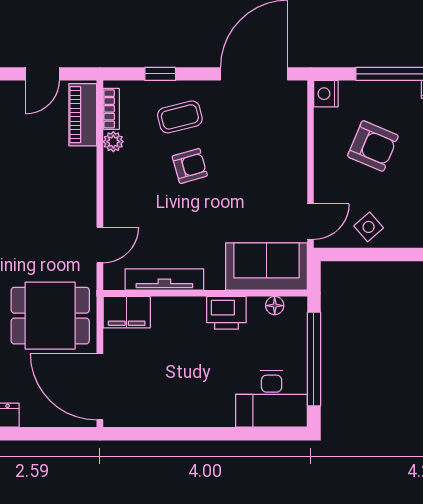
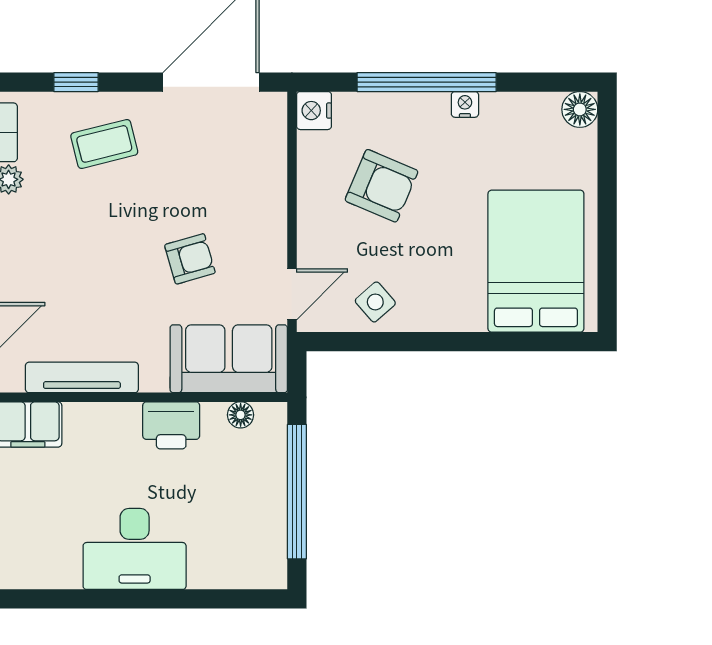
armchair: (190, 166) -> (190, 259), moved
desk: (272, 399) -> (135, 549), moved

